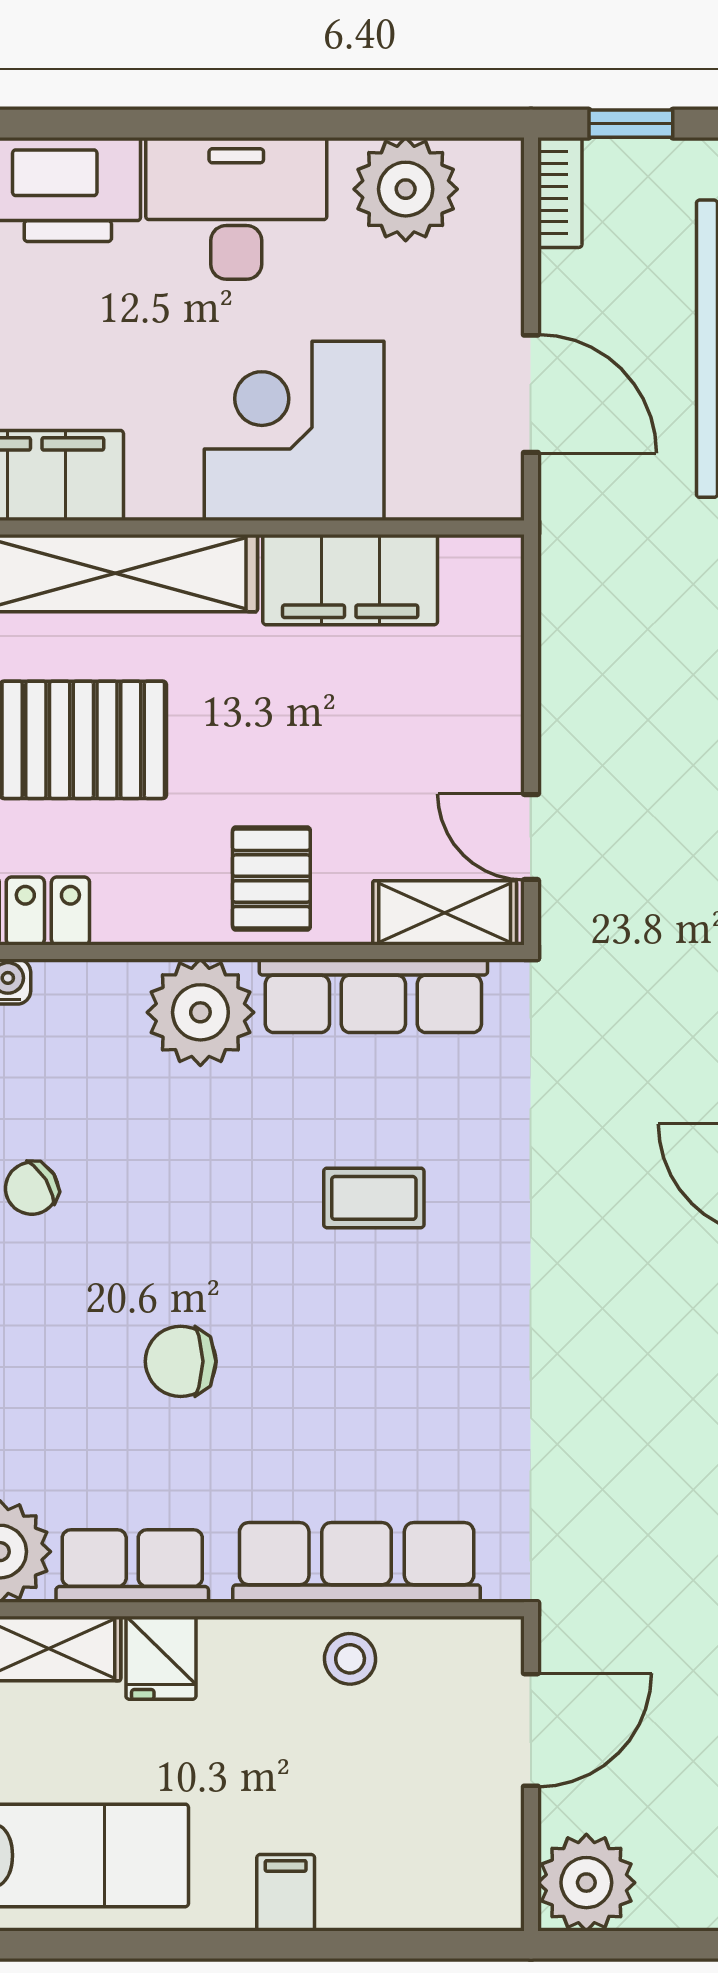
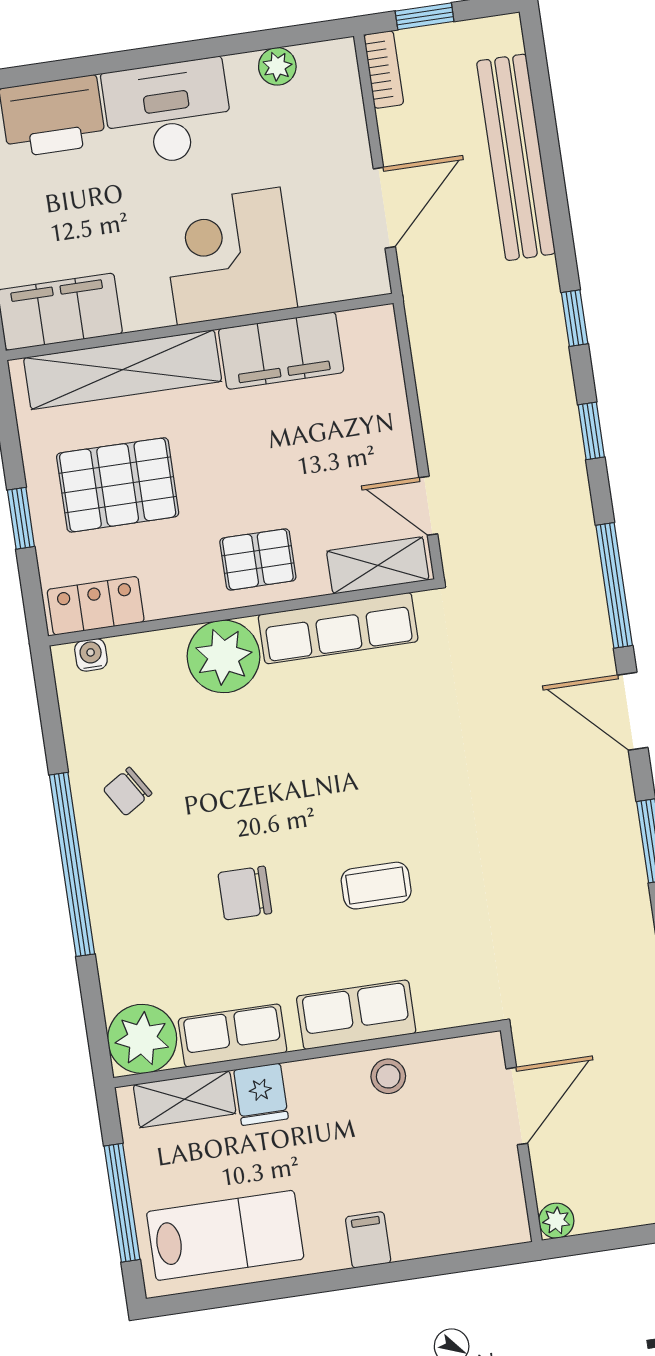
plant: (406, 189) -> (277, 66), width x0.53, depth x0.53
door: (531, 394) -> (384, 208), hinge flipped
pallet: (271, 879) -> (258, 559), turned 90
coffee table: (374, 1198) -> (376, 886), moved
row of seats: (357, 1562) -> (356, 1015), width x0.68
plant: (586, 1883) -> (556, 1221), width x0.53, depth x0.53

